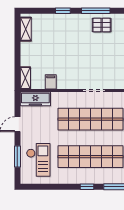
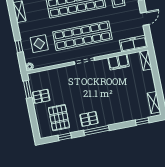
window: (63, 11) -> (142, 121), moved
filing cabinet: (51, 82) -> (118, 62), width x2.00

